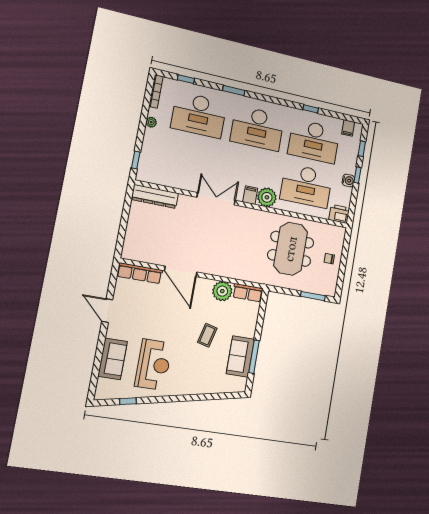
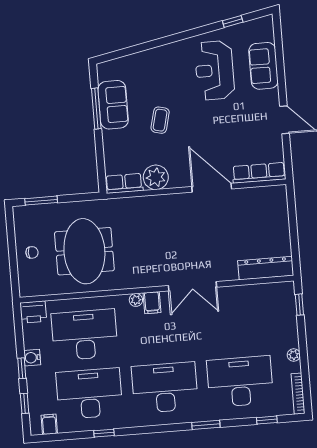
plant: (267, 197) -> (136, 300), width x0.53, depth x0.53

